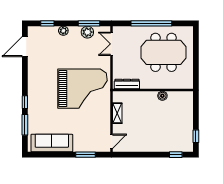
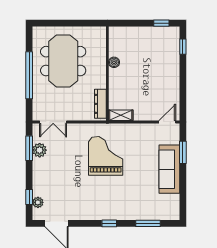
plant: (63, 31) -> (38, 202), moved
grand piano: (83, 89) -> (106, 156), width x0.73, depth x0.68
window: (25, 102) -> (109, 223), moved
shelving: (117, 113) -> (121, 115), moved
door: (111, 141) -> (167, 122), hinge flipped
sofa: (52, 143) -> (169, 169), moved

